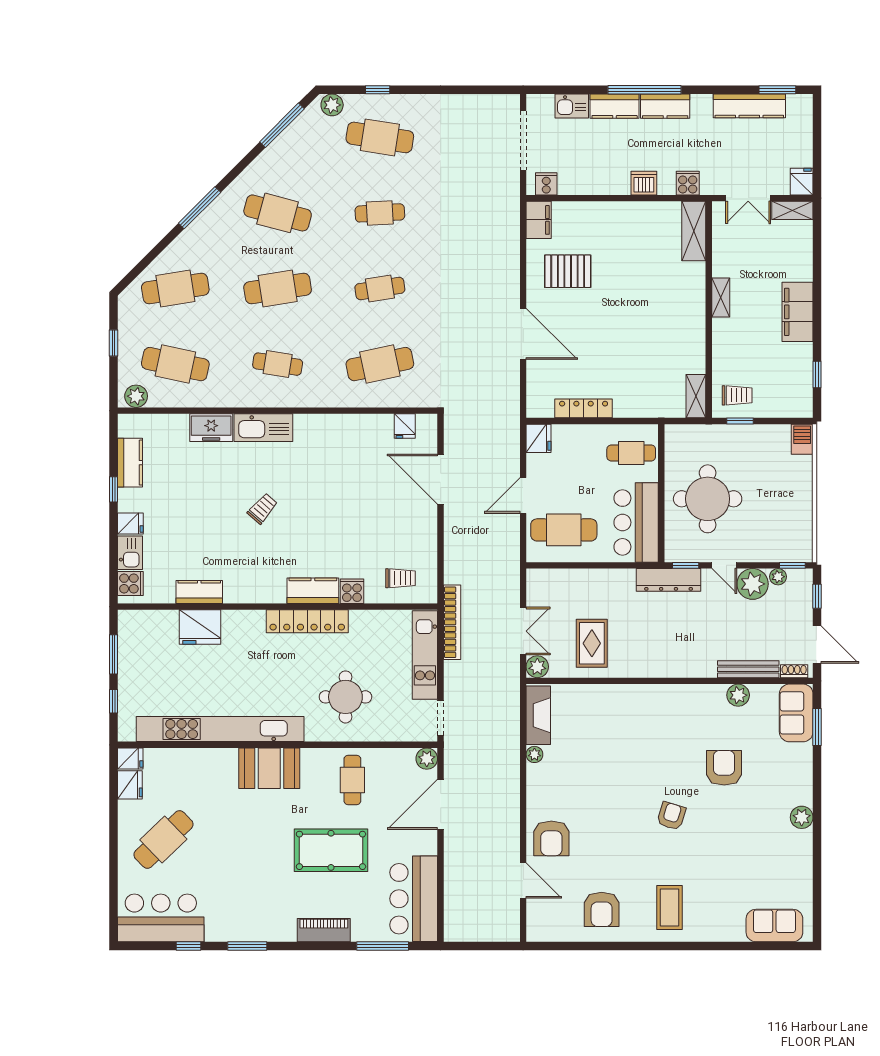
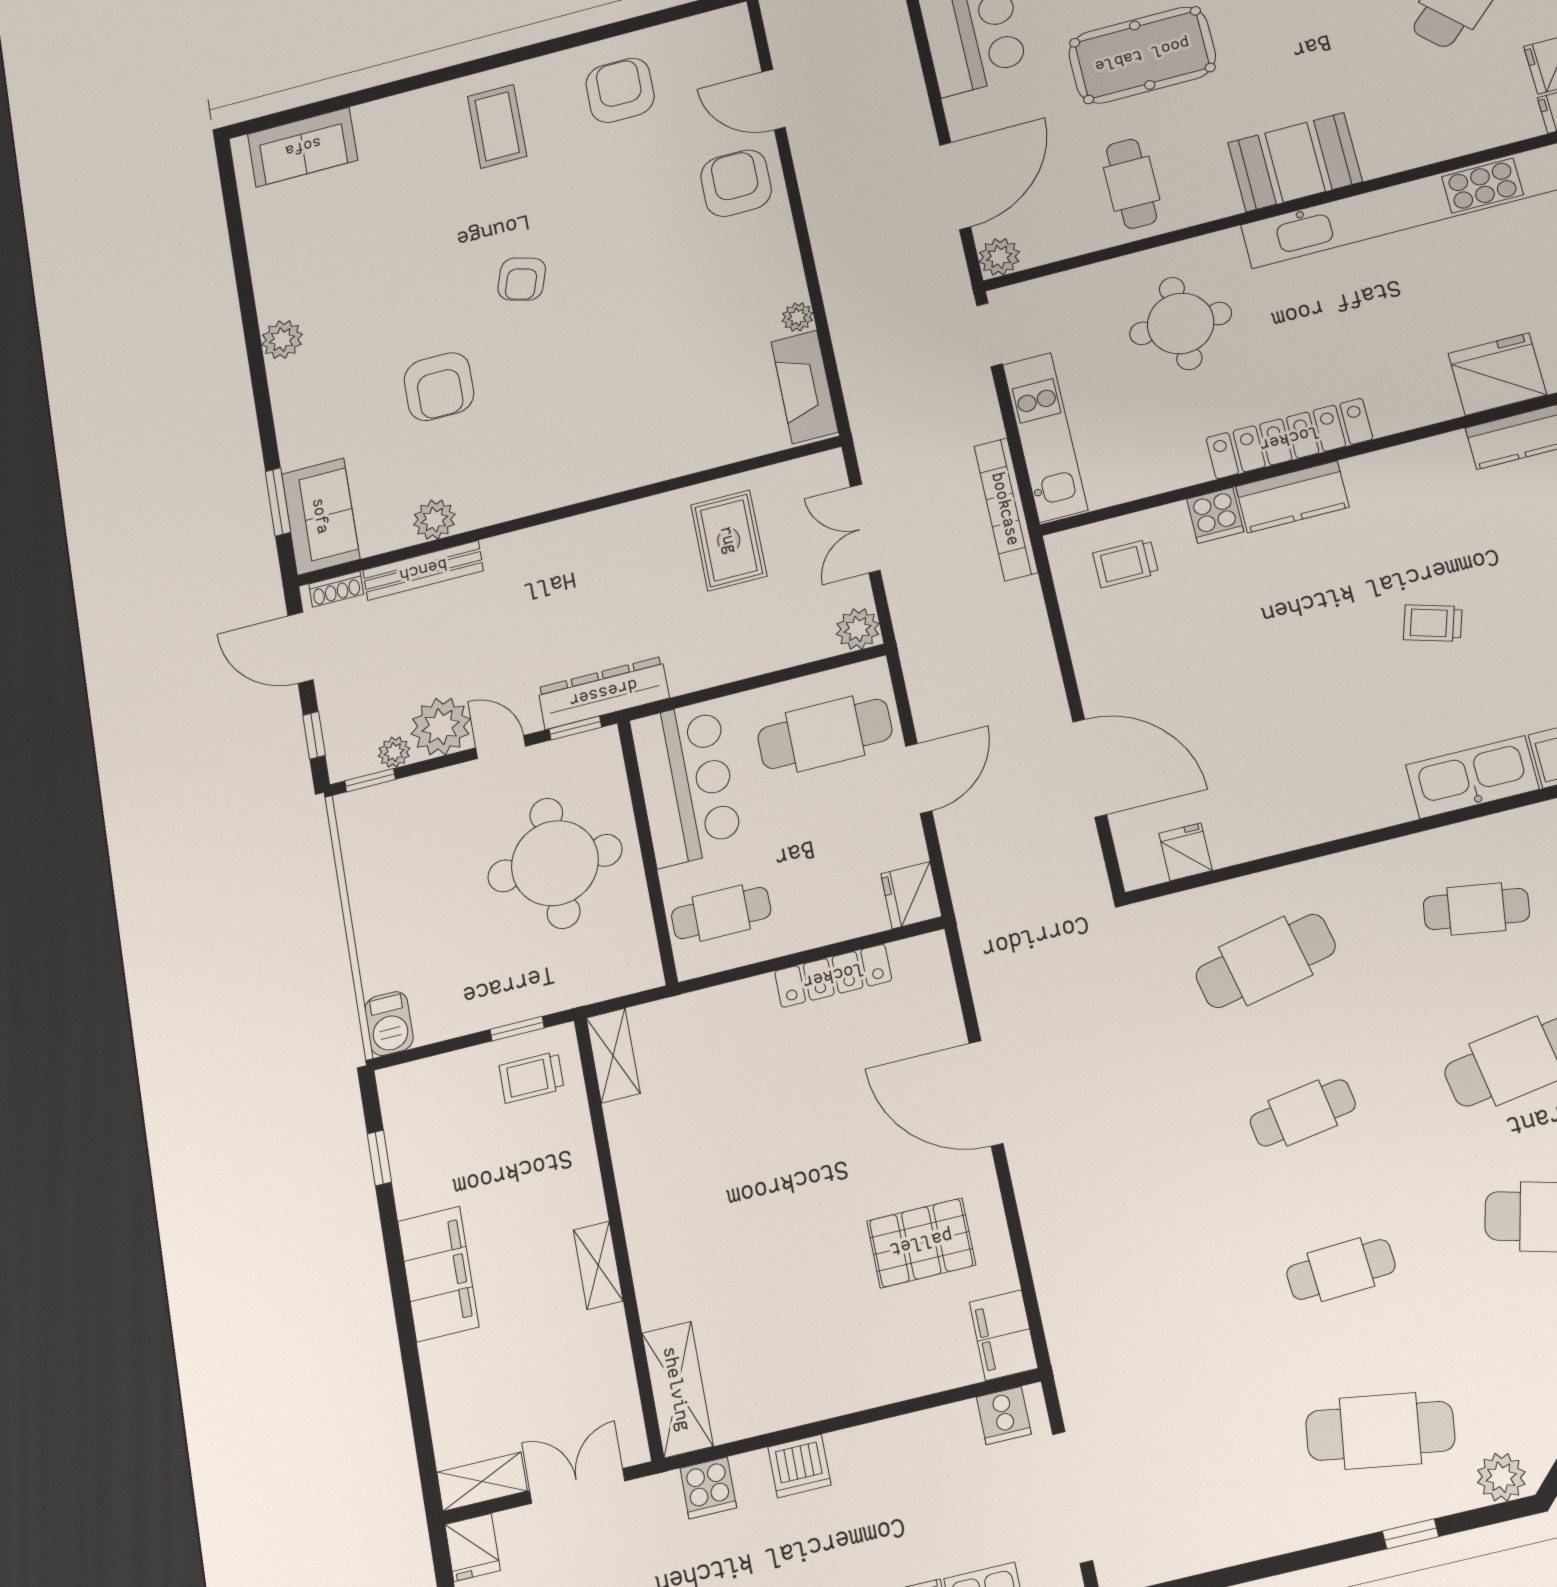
trolley: (262, 509) -> (1433, 623), turned 66
plant: (537, 667) -> (858, 629), moved

